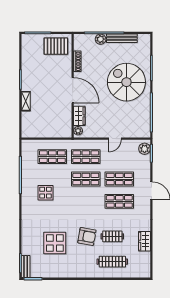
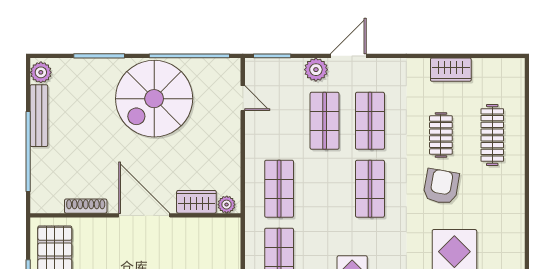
plant: (101, 39) -> (41, 72), moved
spiral stairs: (126, 82) -> (154, 99), moved
door: (73, 90) -> (144, 215), hinge flipped
door: (115, 139) -> (243, 98), moved
plant: (145, 149) -> (316, 70), moved
shop shelf: (86, 179) -> (370, 189), moved

